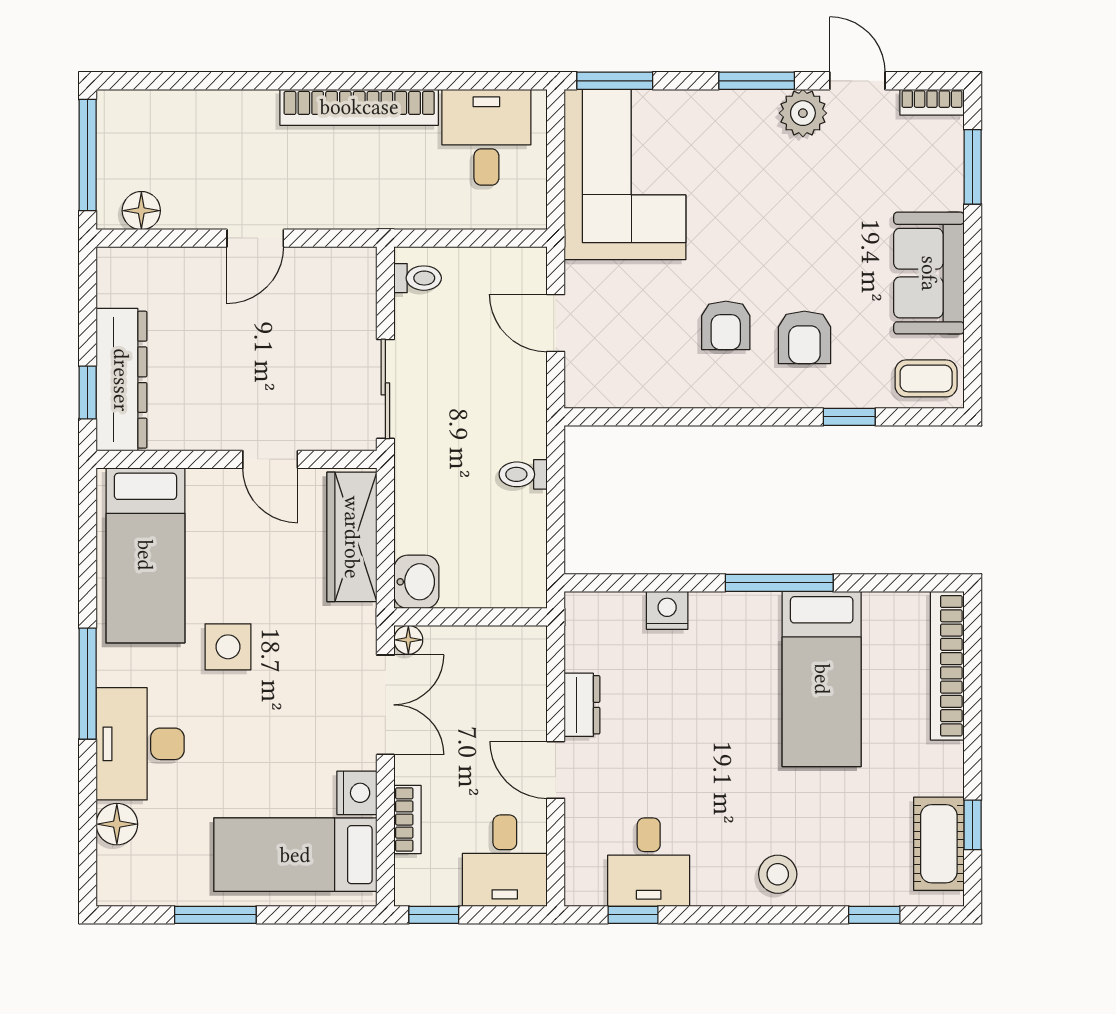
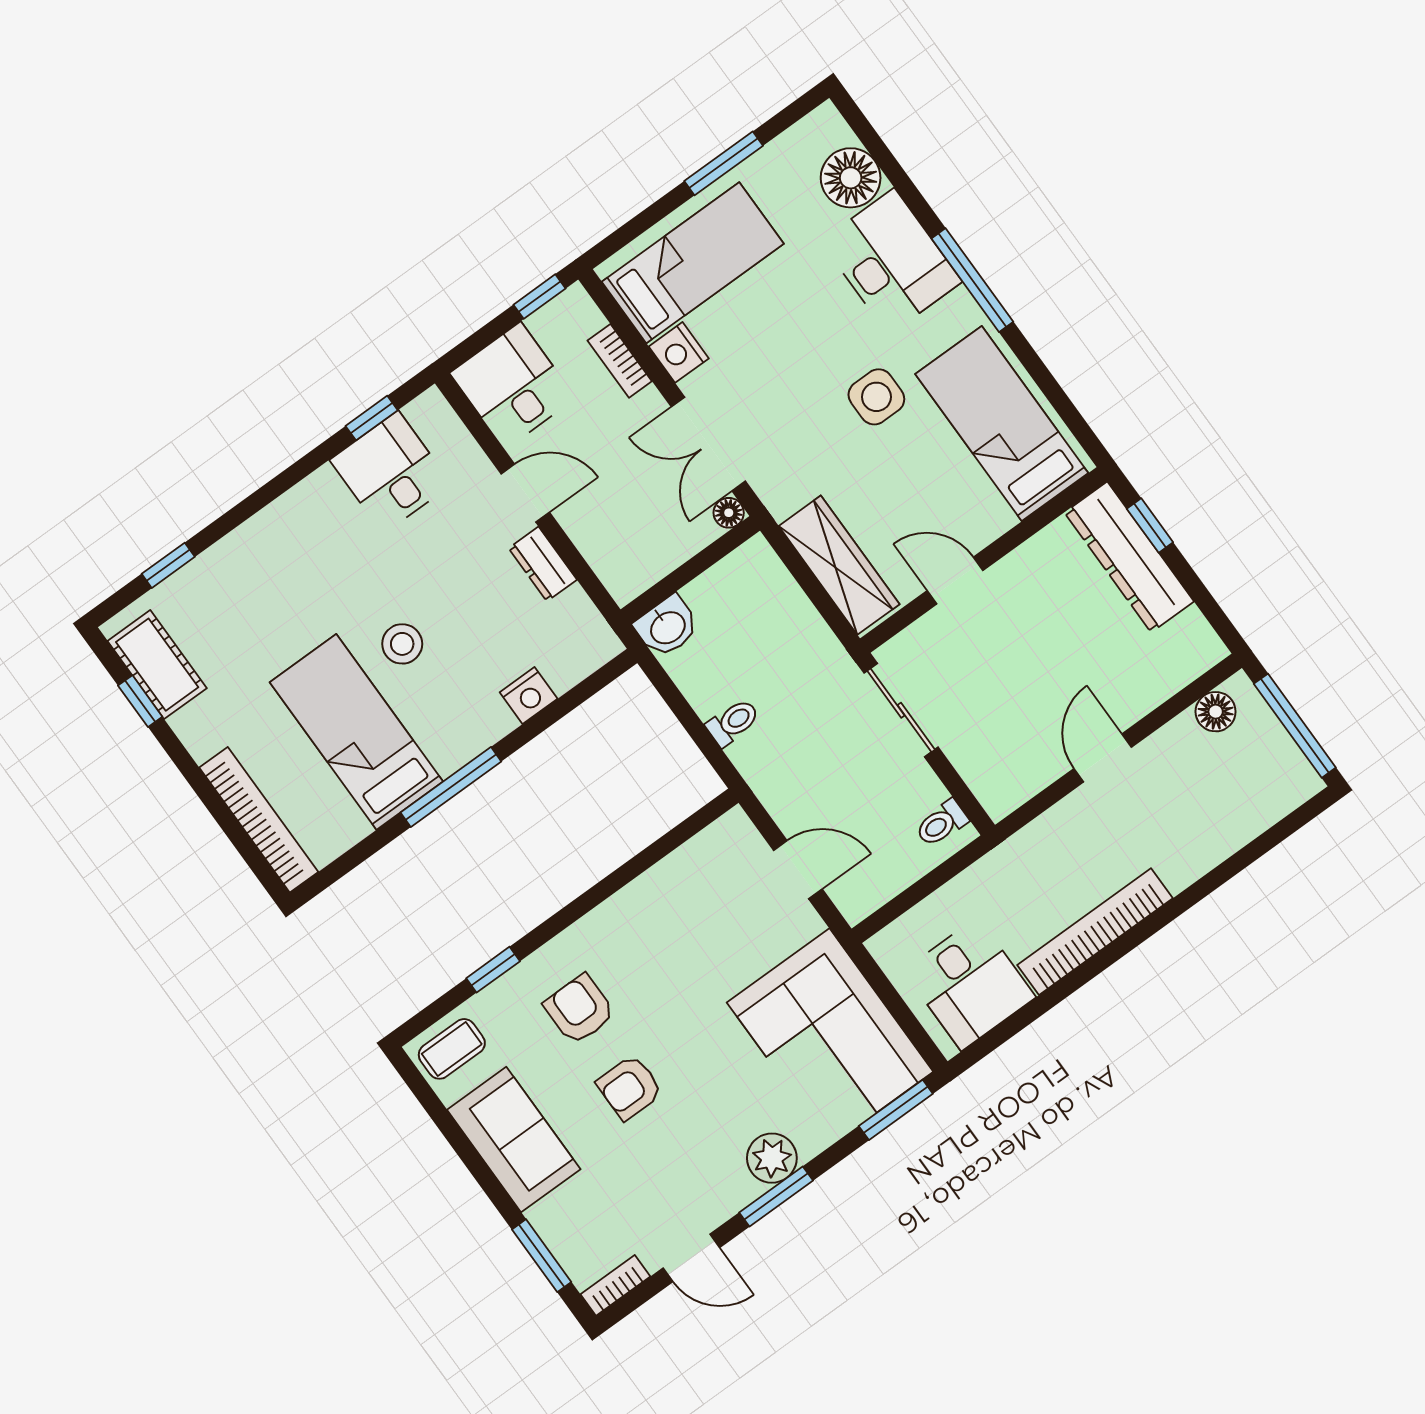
plant: (803, 113) -> (772, 1158), moved
armchair: (726, 325) -> (630, 1087), moved, turned -90
washbasin: (416, 582) -> (667, 627), moved, turned -90
floor lamp: (117, 824) -> (851, 178), width x1.38, depth x1.38
stool: (778, 874) -> (402, 644), moved

